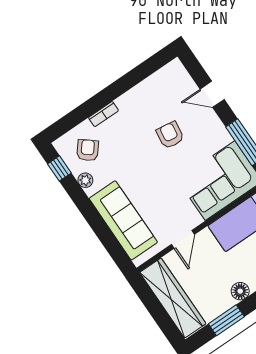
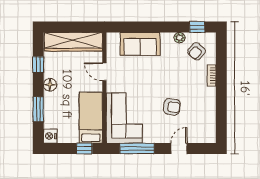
armchair: (88, 150) -> (197, 51), turned 92
sofa: (123, 220) -> (140, 44), width x0.73
window: (226, 320) -> (38, 65), width x0.67

